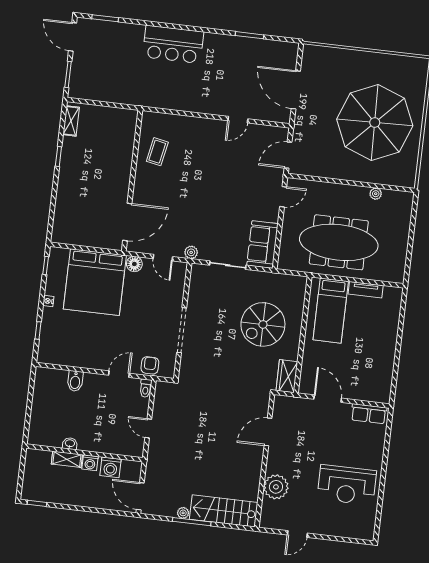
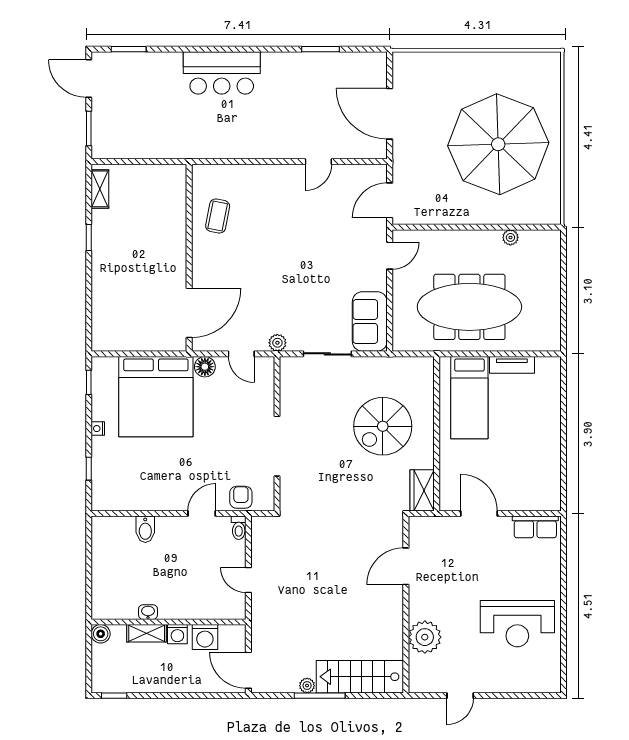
boiler: (32, 456) -> (101, 634), added

